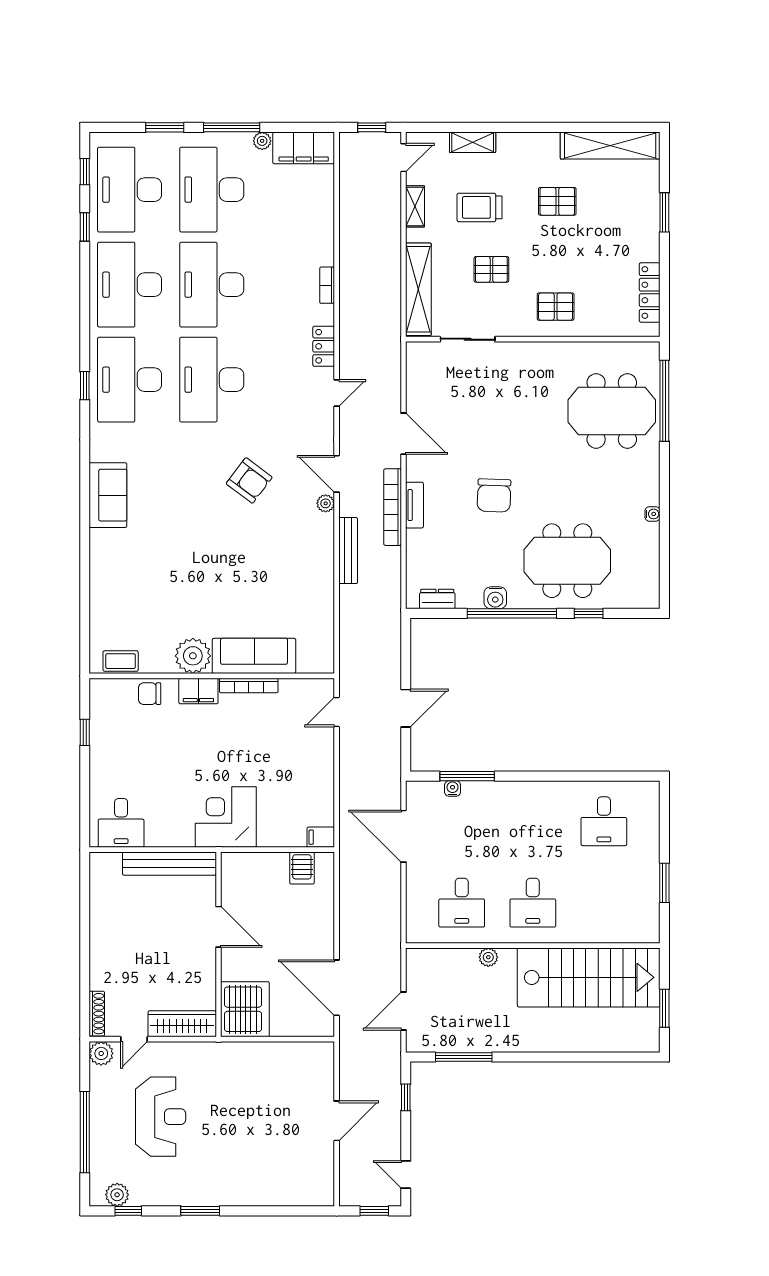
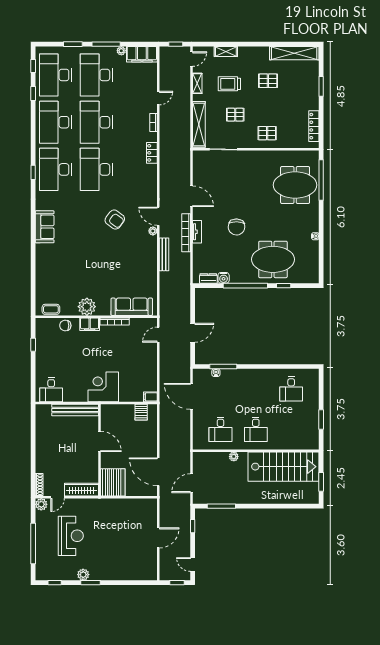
door: (337, 393) -> (158, 98), moved
water cooler: (495, 598) -> (224, 278), moved
sofa: (254, 656) -> (132, 307), moved
plant: (117, 1195) -> (83, 575), moved

